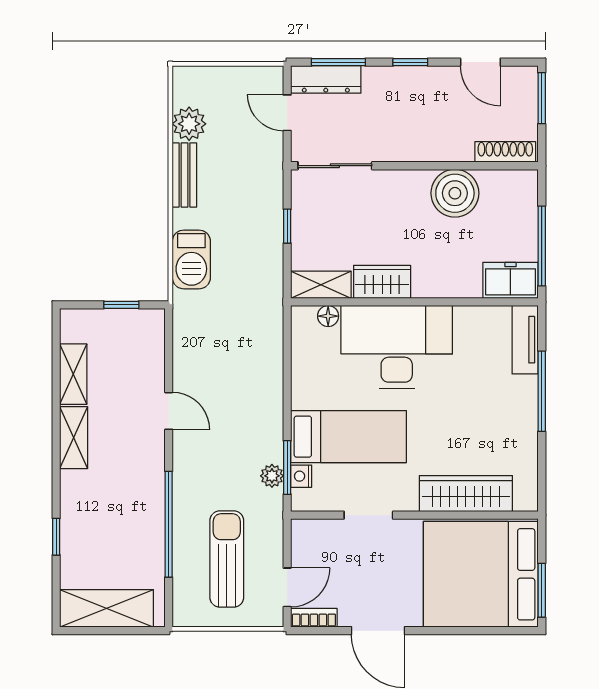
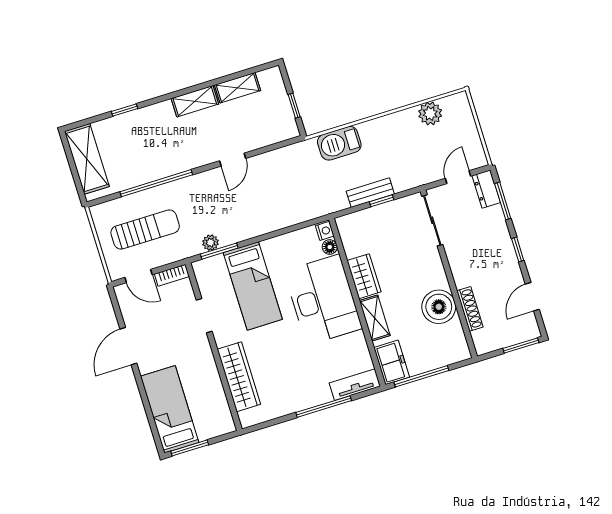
dresser: (326, 79) -> (486, 189), width x0.70
shoe rack: (505, 152) -> (470, 309), moved
bench: (184, 175) -> (370, 193), moved
shelving: (321, 285) -> (375, 318), moved
nightstand: (301, 476) -> (325, 231), moved, turned 90
bed: (481, 574) -> (170, 409), width x0.49
bookcase: (314, 618) -> (172, 275), moved, turned 90

